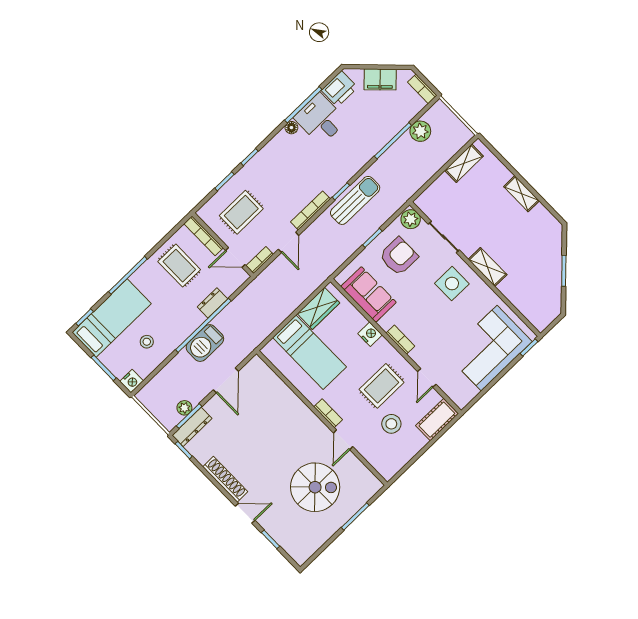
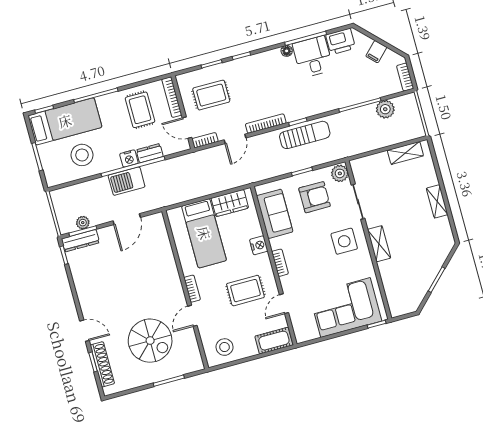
filing cabinet: (380, 79) -> (376, 52), width x0.50
stool: (147, 342) -> (82, 155), width x1.89, depth x1.89
nightstand: (132, 381) -> (129, 158), moved
stool: (391, 424) -> (224, 347), moved
shoe rack: (225, 479) -> (102, 364), moved

